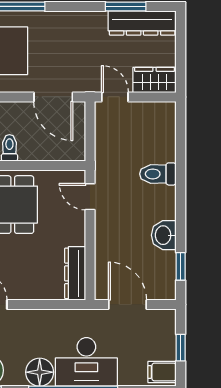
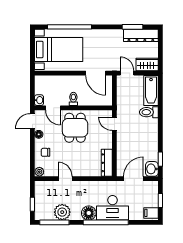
bathtub: (162, 131) -> (151, 90), added
washbasin: (164, 235) -> (152, 169), moved
door: (128, 305) -> (133, 179), hinge flipped

